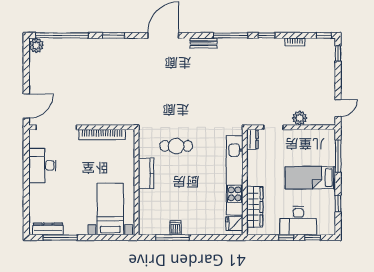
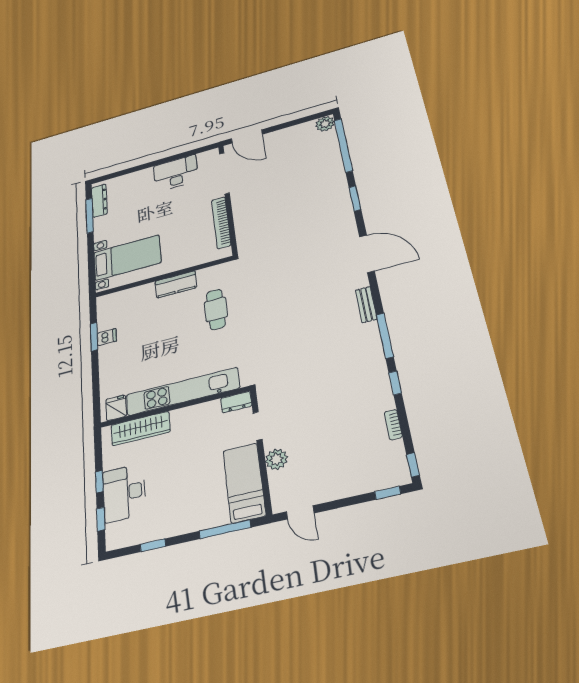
bed: (310, 178) -> (244, 483), moved
window: (172, 238) -> (94, 337), width x0.69

